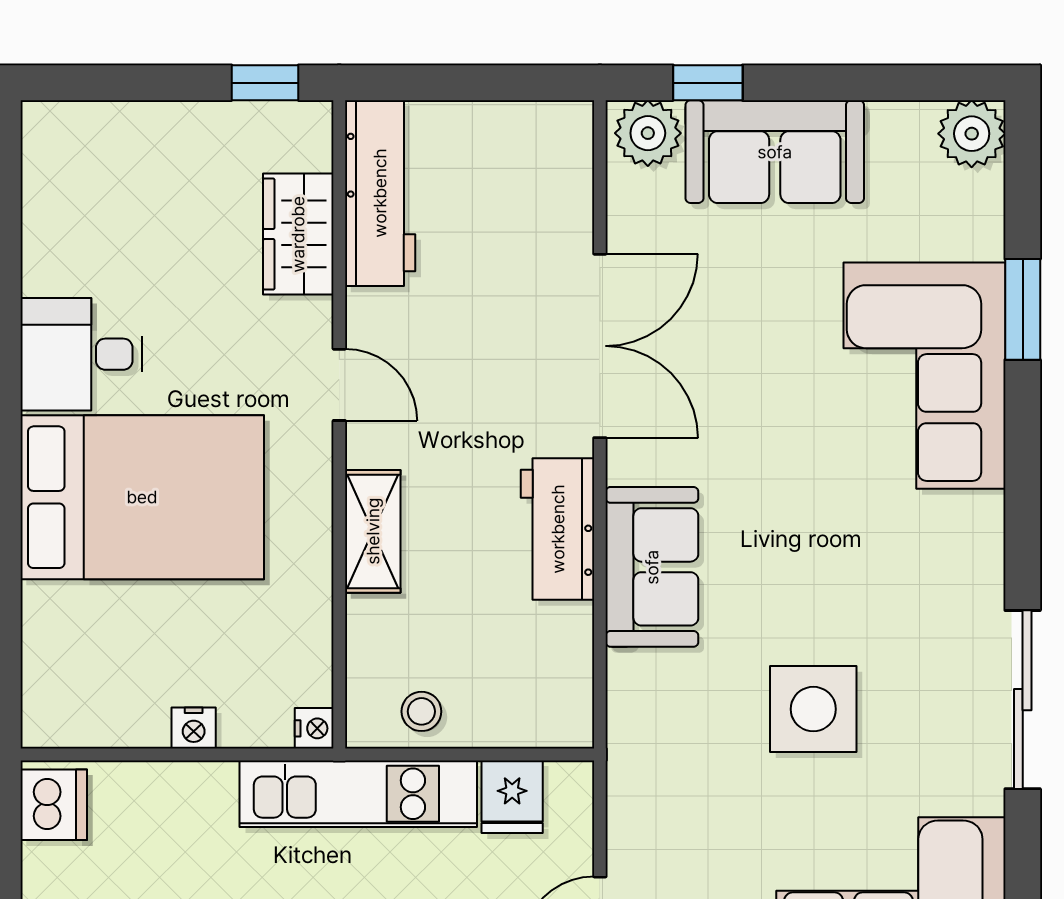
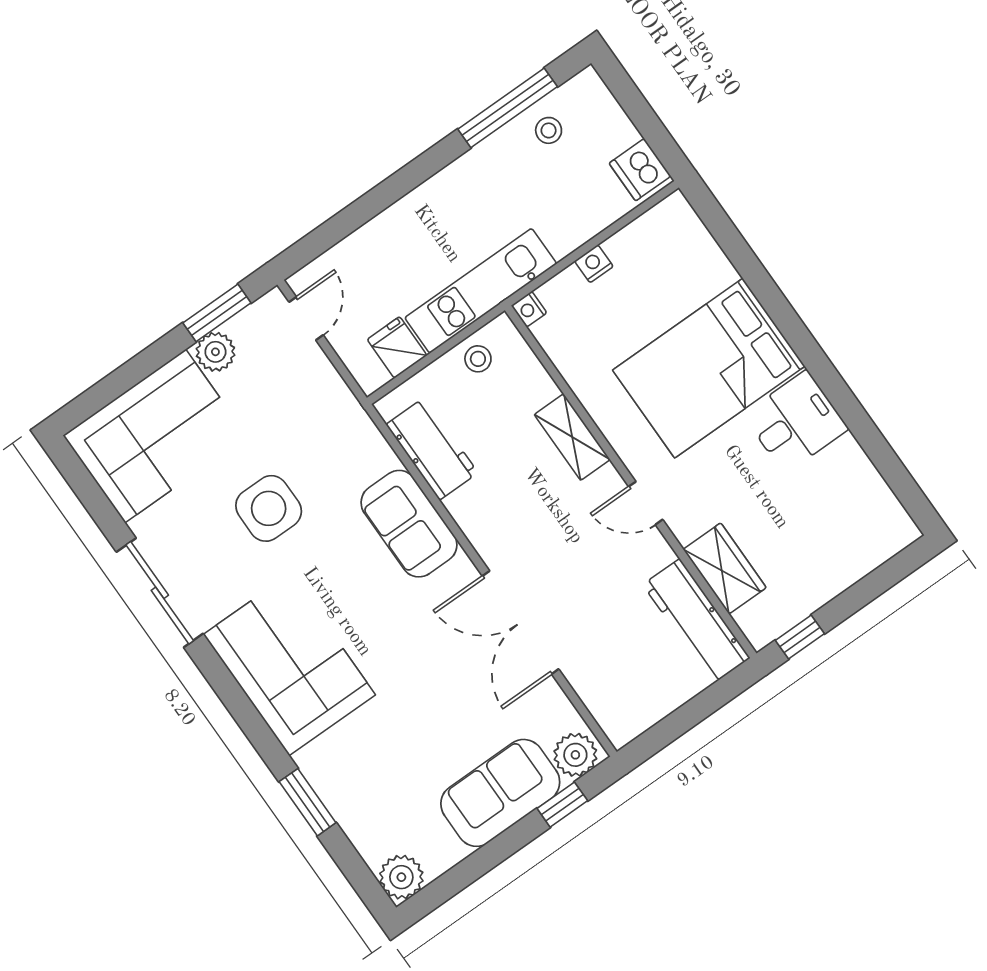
corner sofa: (925, 376) -> (289, 665), moved
workbench: (558, 529) -> (432, 449), moved

